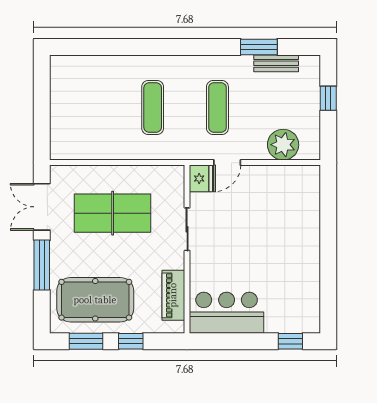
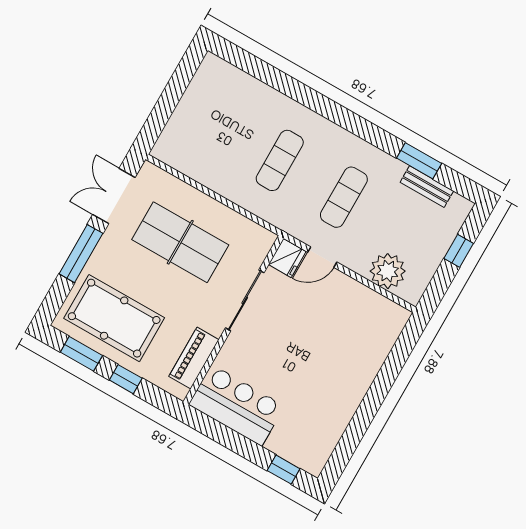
sliding door: (187, 229) -> (245, 300), width x1.37

